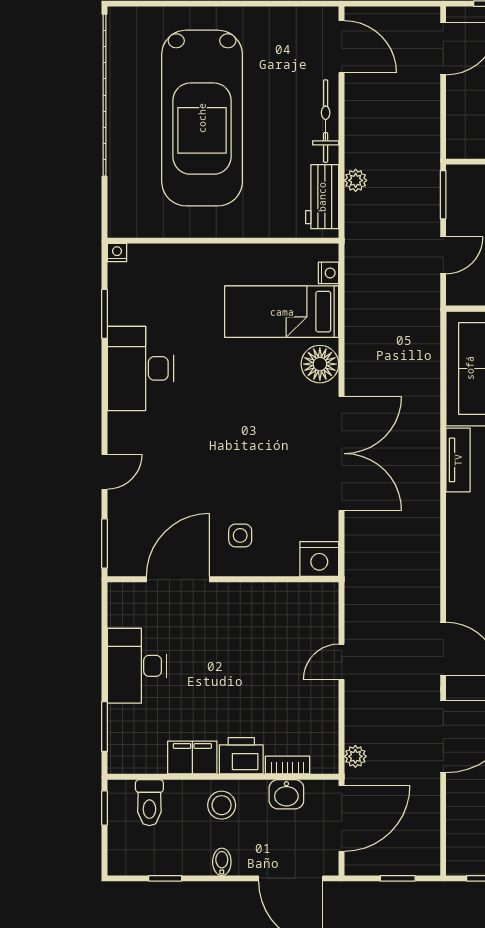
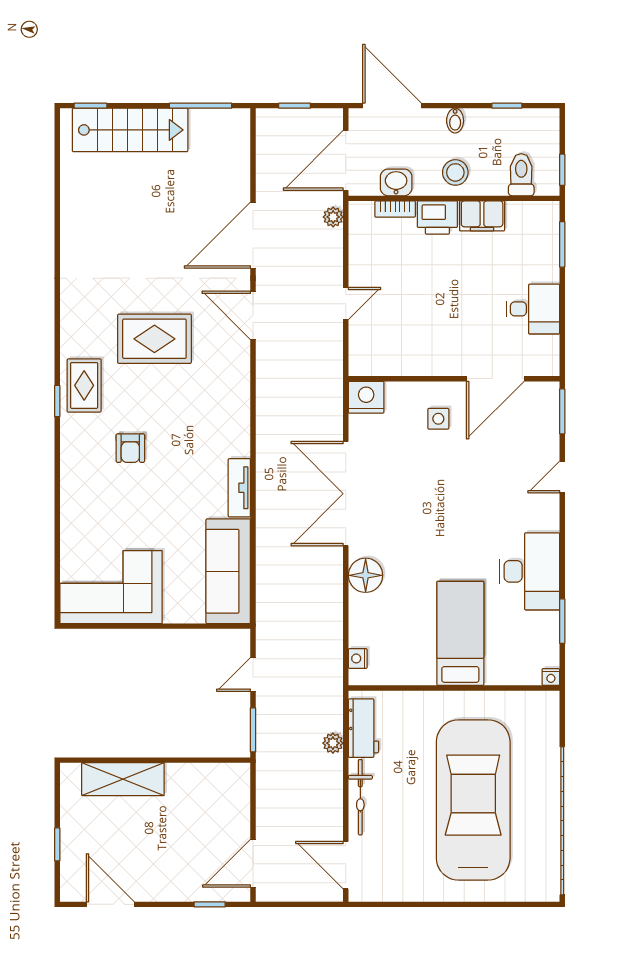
bed: (282, 312) -> (460, 633), moved, turned -90
desk: (137, 666) -> (533, 309), width x0.73

